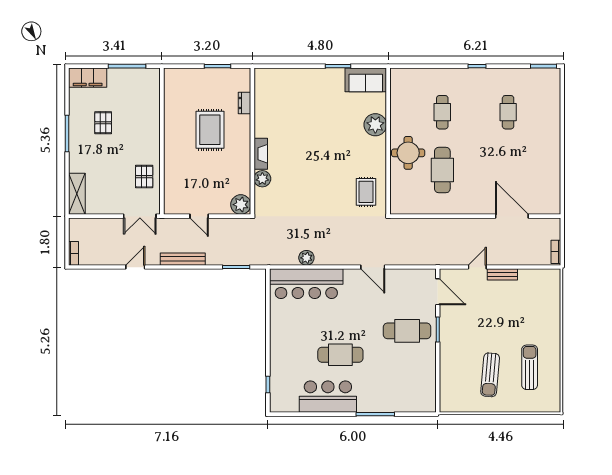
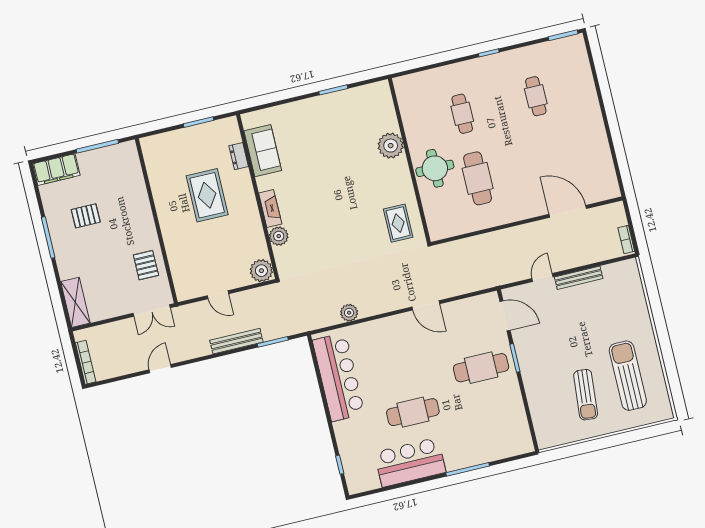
sofa: (366, 80) -> (263, 151), moved, turned -90
pallet: (103, 123) -> (86, 216), turned 90
bookcase: (73, 253) -> (86, 362), width x1.56
bench: (183, 259) -> (236, 341), moved
bench: (502, 274) -> (579, 278), width x1.36
bar counter: (306, 284) -> (339, 377), moved, turned -90
sun lounger: (530, 367) -> (628, 376), width x1.36, depth x1.34

